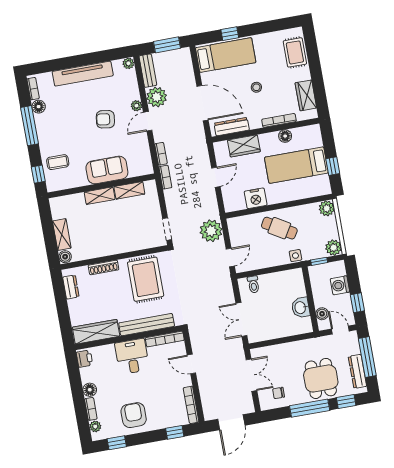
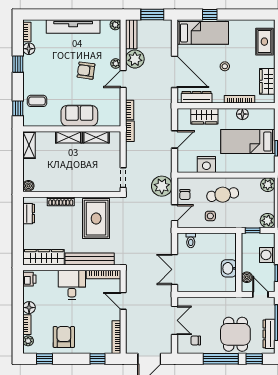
window: (30, 126) -> (18, 64), width x0.46
cafe table: (279, 228) -> (223, 195), turned -40
shelving: (62, 235) -> (29, 145), moved
chair: (238, 235) -> (185, 195), added
side table: (295, 256) -> (210, 216), moved

